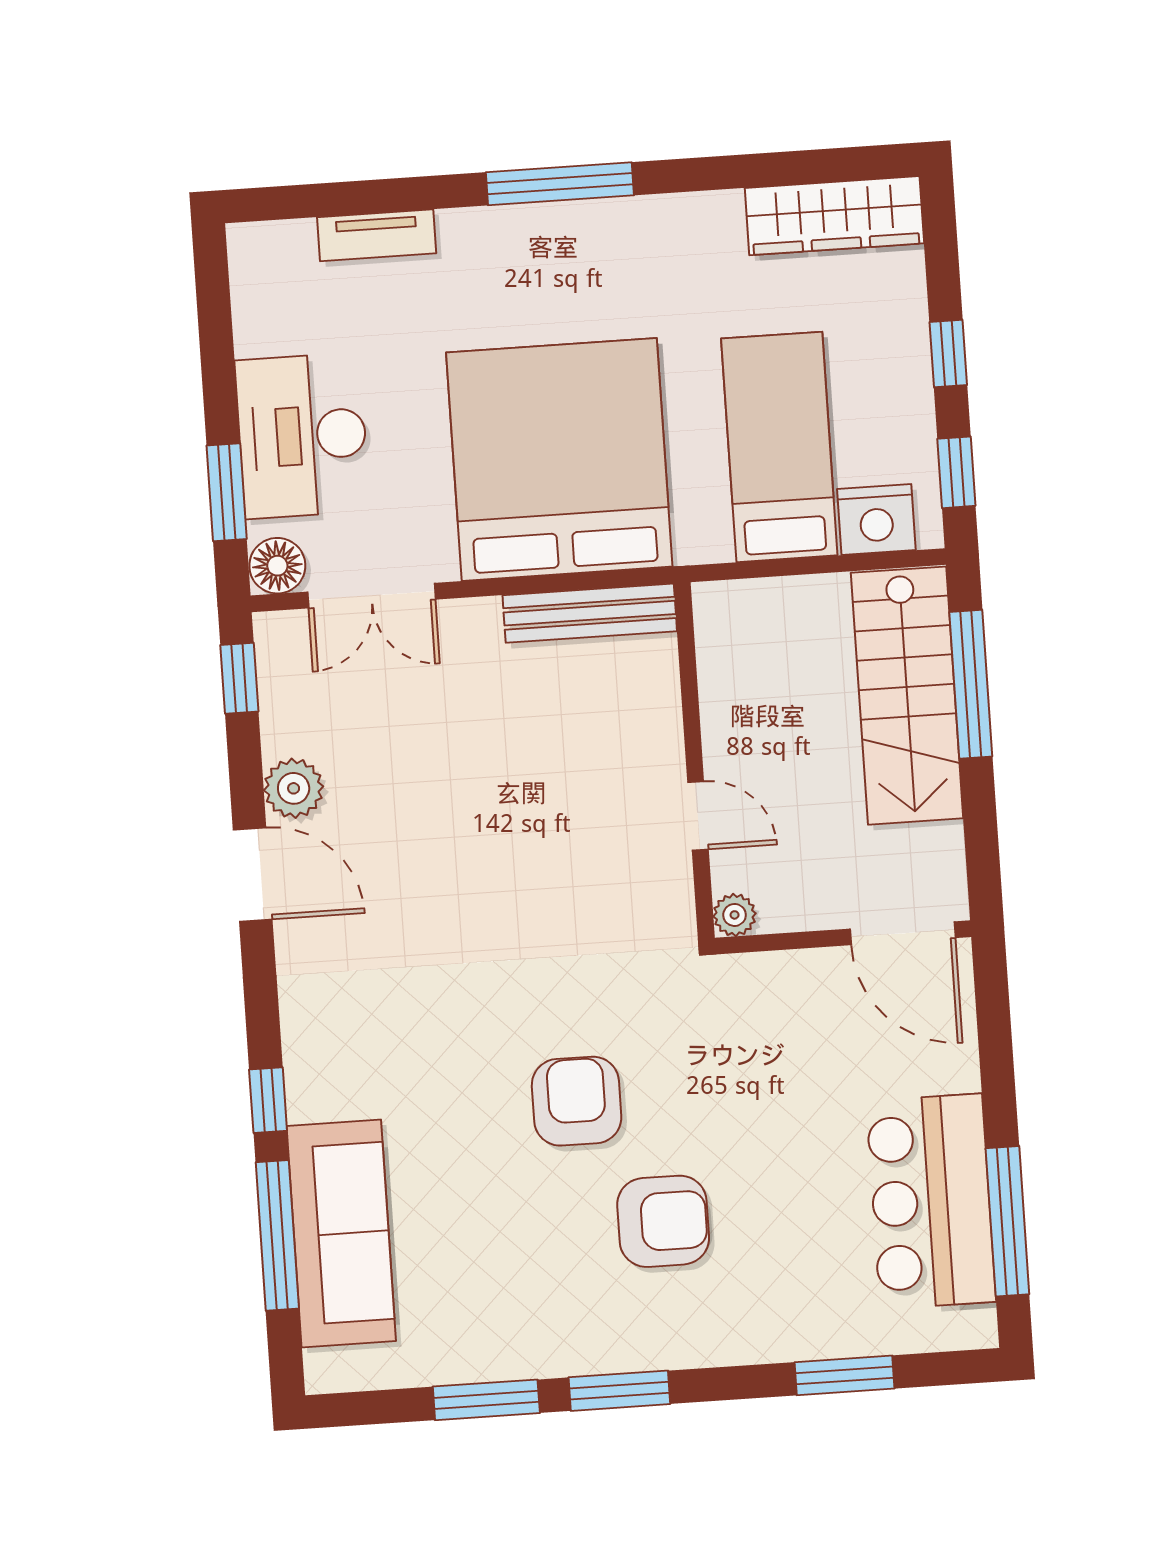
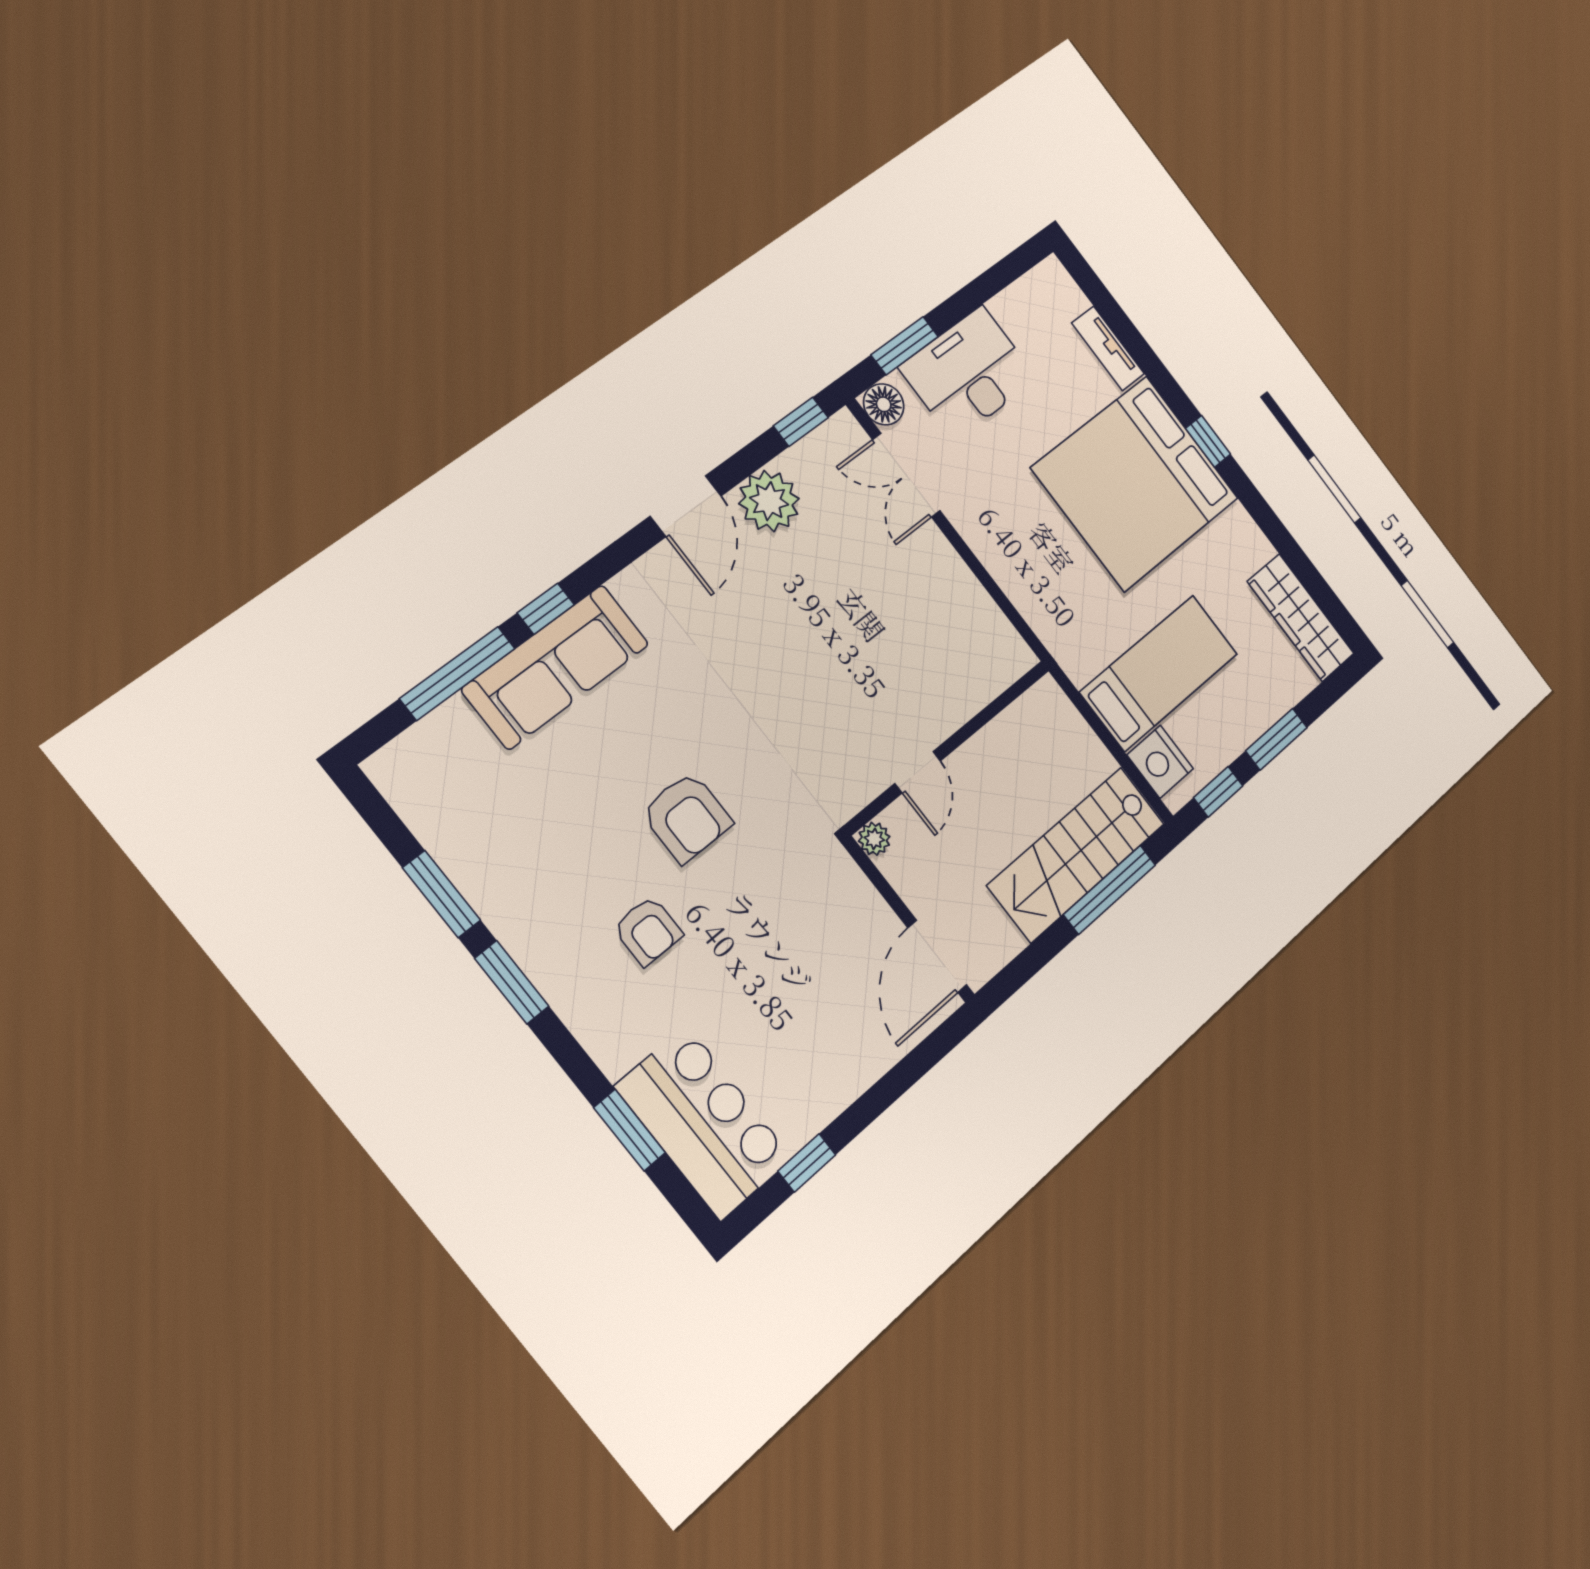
window: (560, 184) -> (1208, 441), width x0.46
window: (948, 354) -> (1276, 739), width x1.50
bed: (559, 460) -> (1135, 483), moved, turned 180
bench: (590, 613) -> (989, 620), removed
plant: (294, 788) -> (769, 501), width x1.36, depth x1.36
armchair: (577, 1101) -> (687, 817), turned 90
bar counter: (931, 1201) -> (704, 1122), moved, turned 90
armchair: (663, 1221) -> (648, 931), width x0.72, depth x0.72
window: (1007, 1221) -> (807, 1163), width x0.46
sofa: (341, 1233) -> (556, 667), moved

